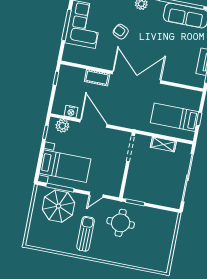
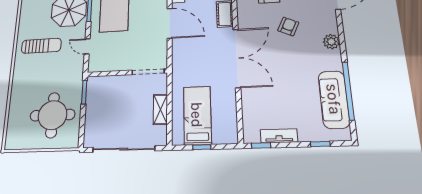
door: (93, 123) -> (170, 23), hinge flipped
round table: (121, 223) -> (52, 115), moved, width x1.36, depth x1.36

